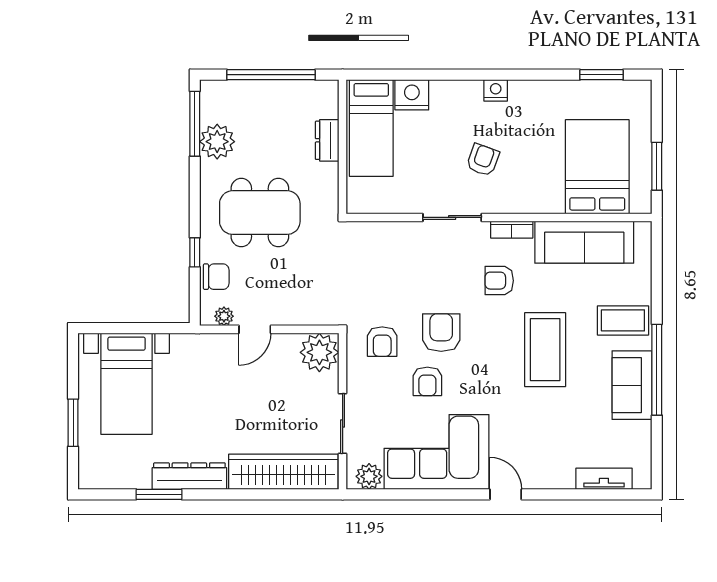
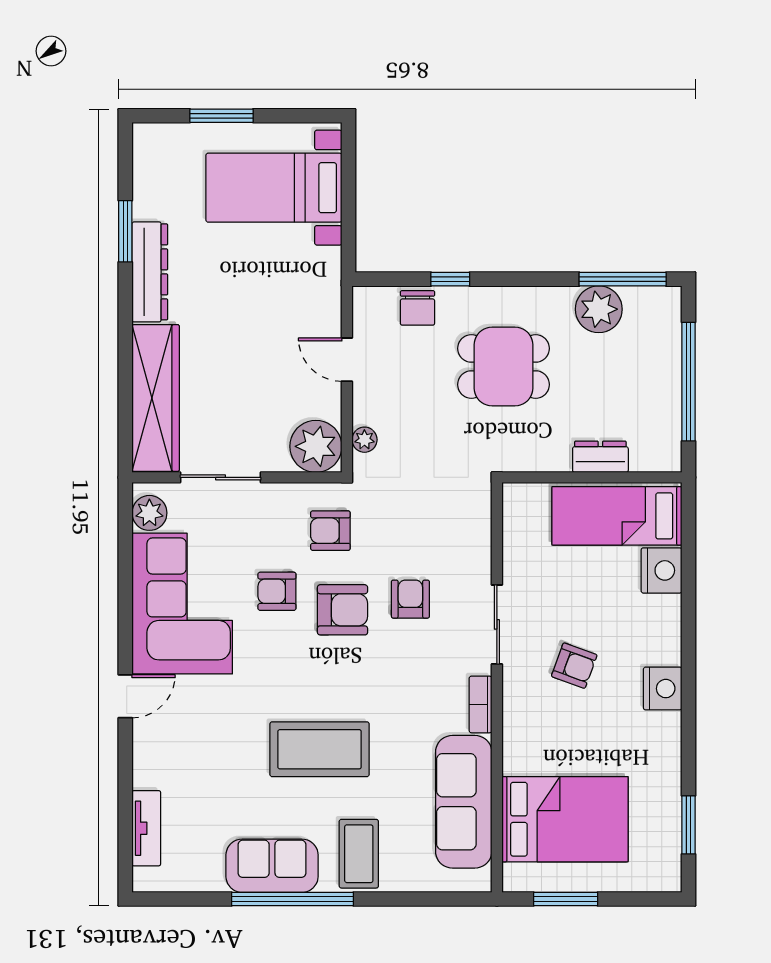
nightstand: (496, 90) -> (663, 689), width x1.36, depth x1.33
dining table: (260, 213) -> (504, 367), width x0.73
armchair: (499, 281) -> (410, 599), moved
plant: (224, 316) -> (364, 440), moved

